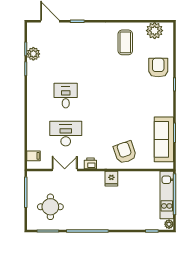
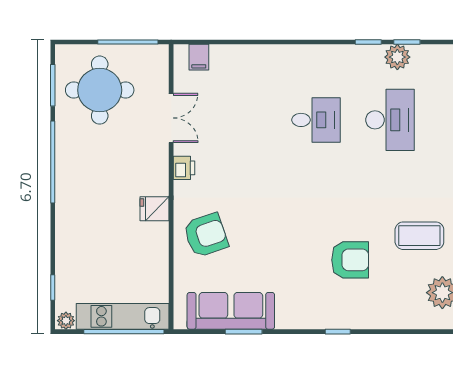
armchair: (158, 68) -> (350, 260), moved
desk: (66, 134) -> (390, 120), moved
round table: (50, 207) -> (100, 90), width x1.36, depth x1.36

